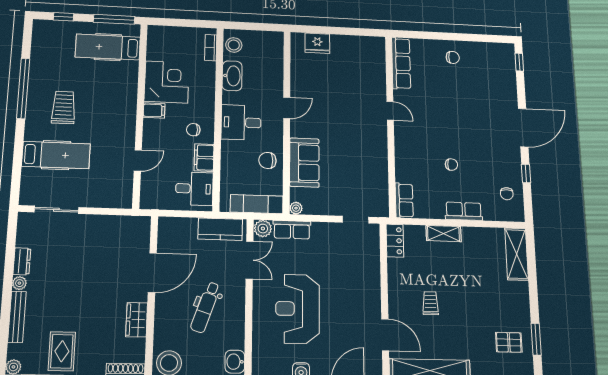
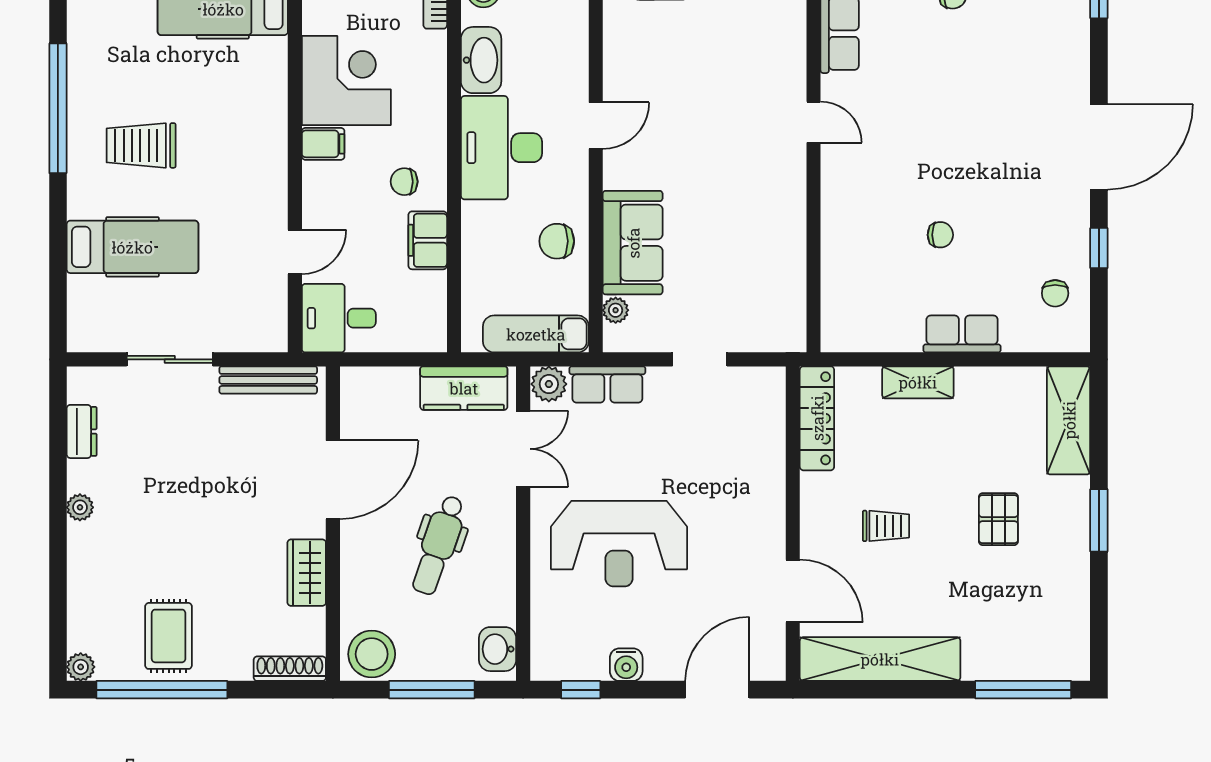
trolley: (64, 107) -> (141, 145), turned -90
desk: (241, 122) -> (501, 148), width x1.37
desk: (194, 189) -> (339, 318), moved, turned 180
row of seats: (404, 200) -> (838, 315), removed
plant: (296, 208) -> (616, 310), moved
sliding door: (56, 210) -> (170, 359), moved
doorway: (355, 220) -> (700, 359), moved
locker: (395, 241) -> (817, 418), width x1.53
dresser: (22, 261) -> (82, 431), moved
trolley: (430, 303) -> (886, 526), turned 90
reception desk: (298, 309) -> (619, 544), turned -90
bench: (17, 317) -> (268, 380), moved, turned 90
window: (536, 339) -> (1099, 520), moved
pallet: (509, 342) -> (998, 519), moved, turned 90

